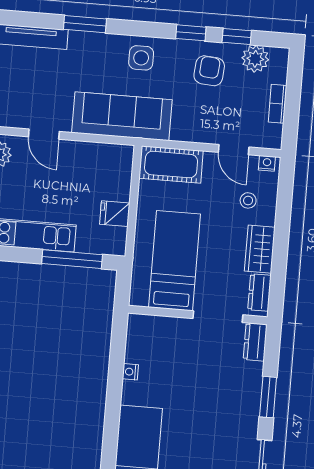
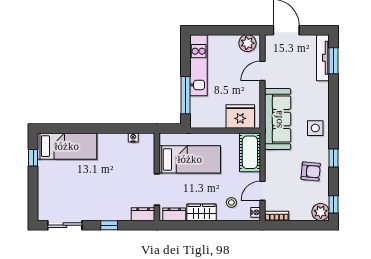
window: (85, 24) -> (334, 61), moved
window: (237, 37) -> (334, 204), moved
plant: (255, 59) -> (321, 212), moved
bookcase: (278, 104) -> (277, 216), moved
fridge: (115, 214) -> (240, 116), moved, width x1.88, depth x1.34
nightstand: (130, 372) -> (133, 137), moved
window: (268, 397) -> (109, 225), width x0.67

